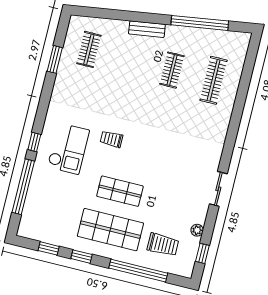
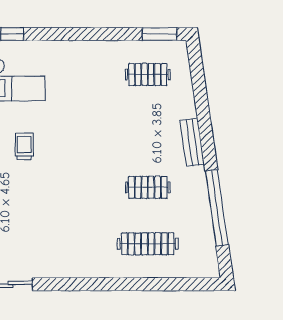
window: (55, 59) -> (160, 34), moved
trolley: (112, 139) -> (24, 146), moved

